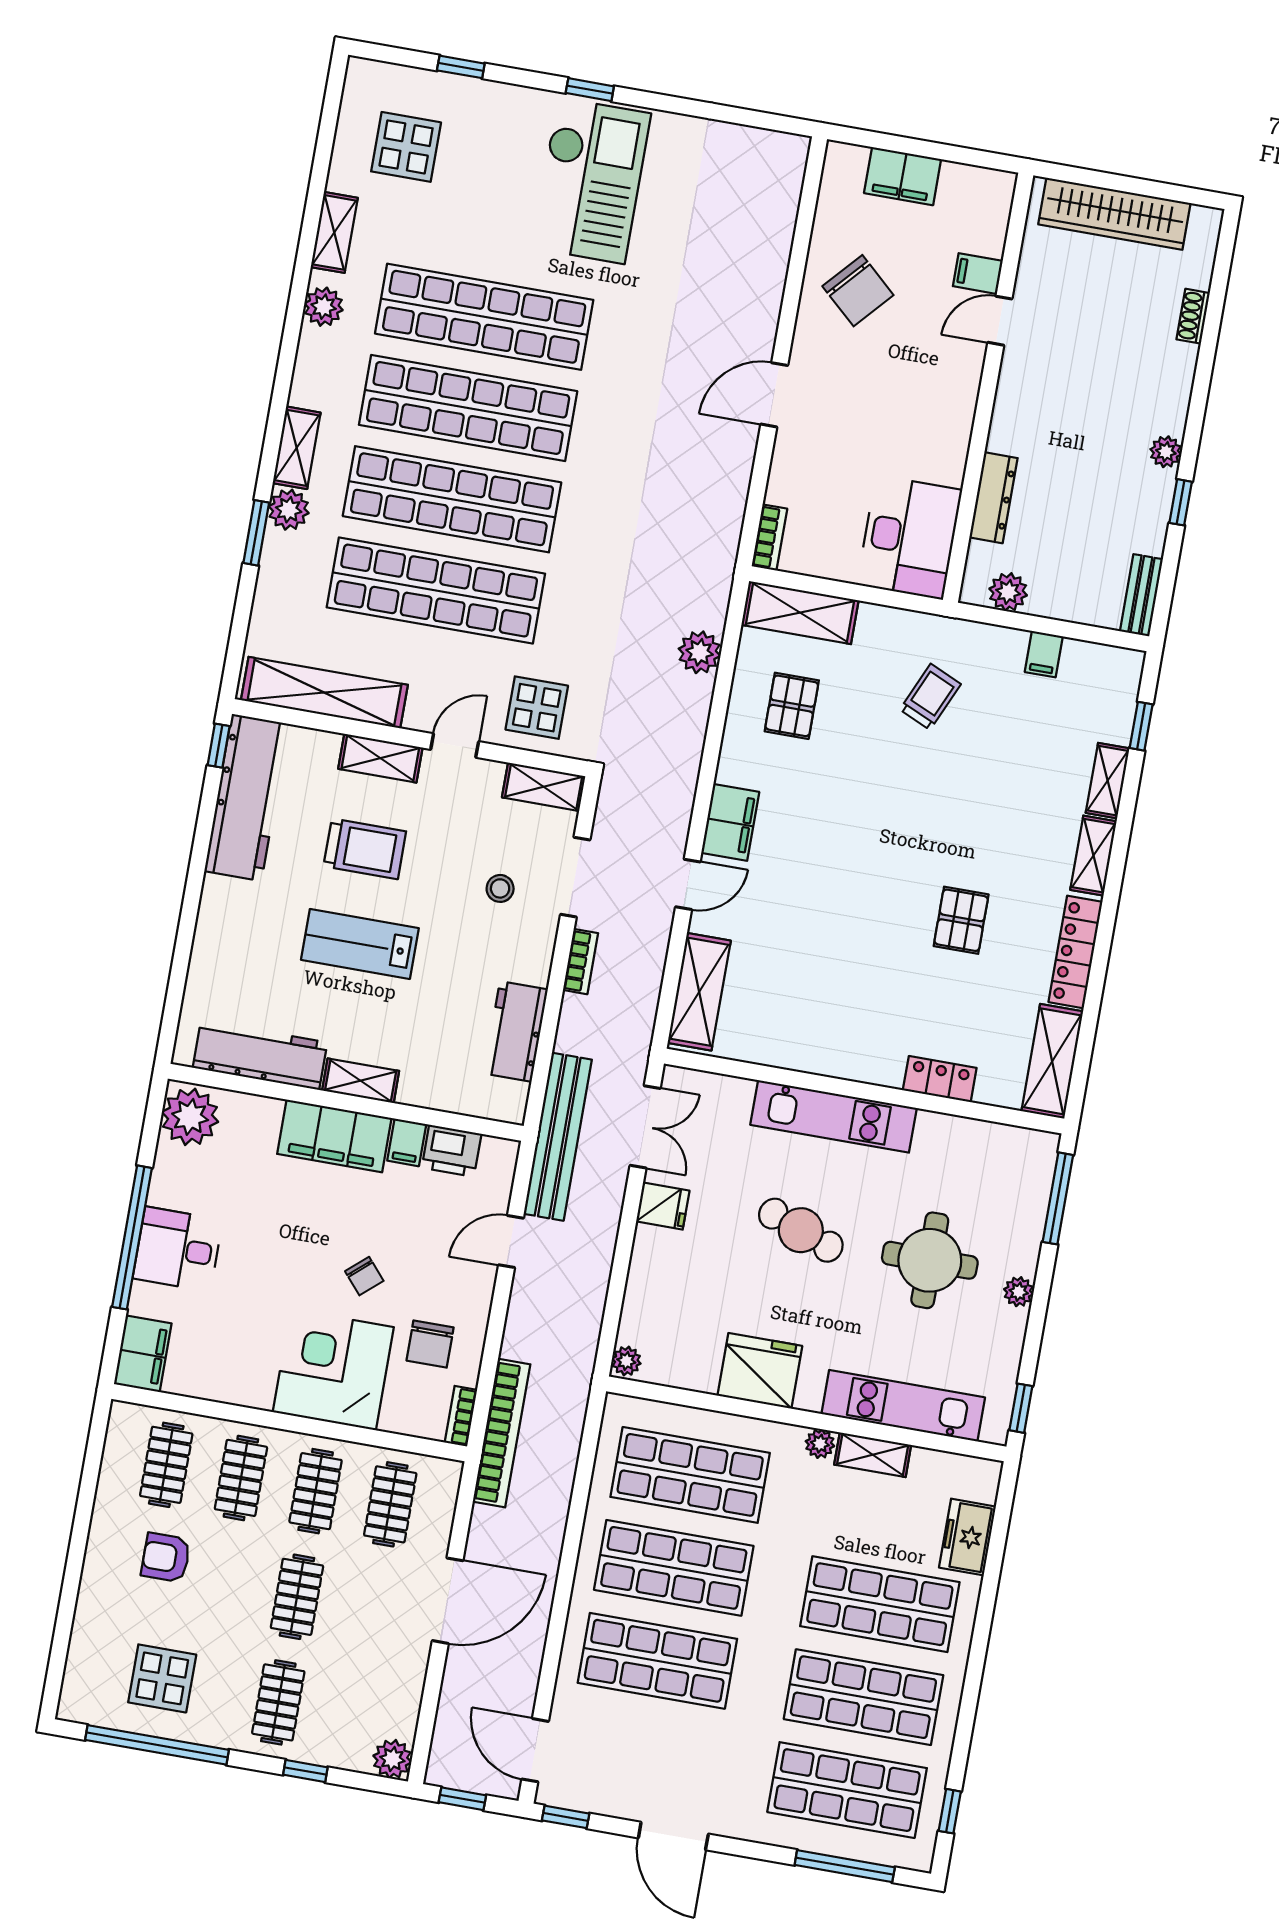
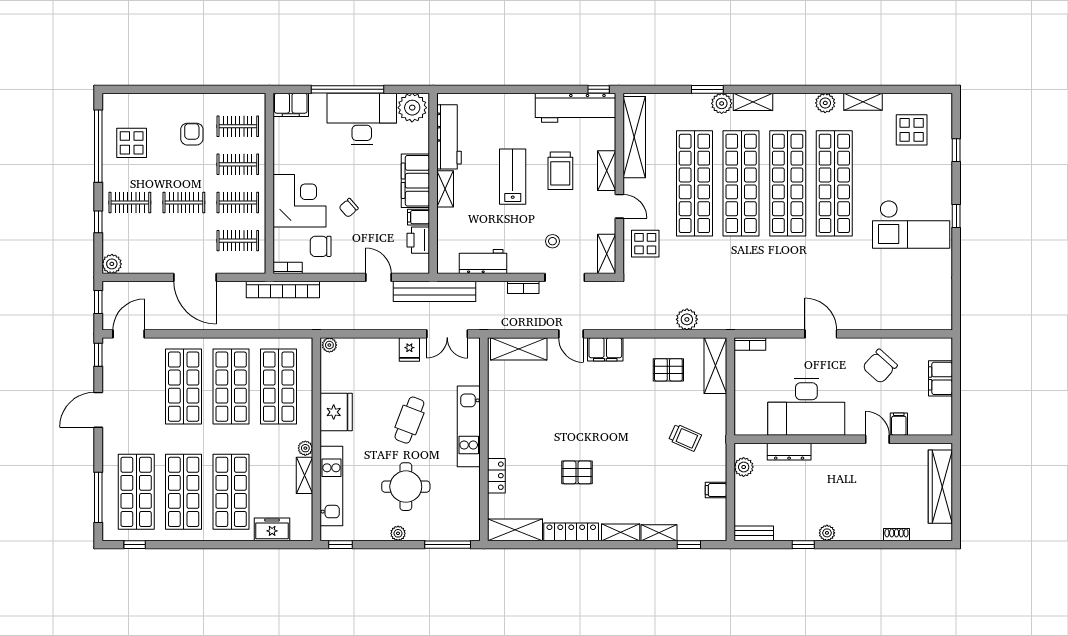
desk: (910, 537) -> (806, 407), moved, width x1.36, depth x1.30
desk: (178, 1249) -> (362, 119), width x1.87, depth x1.30

